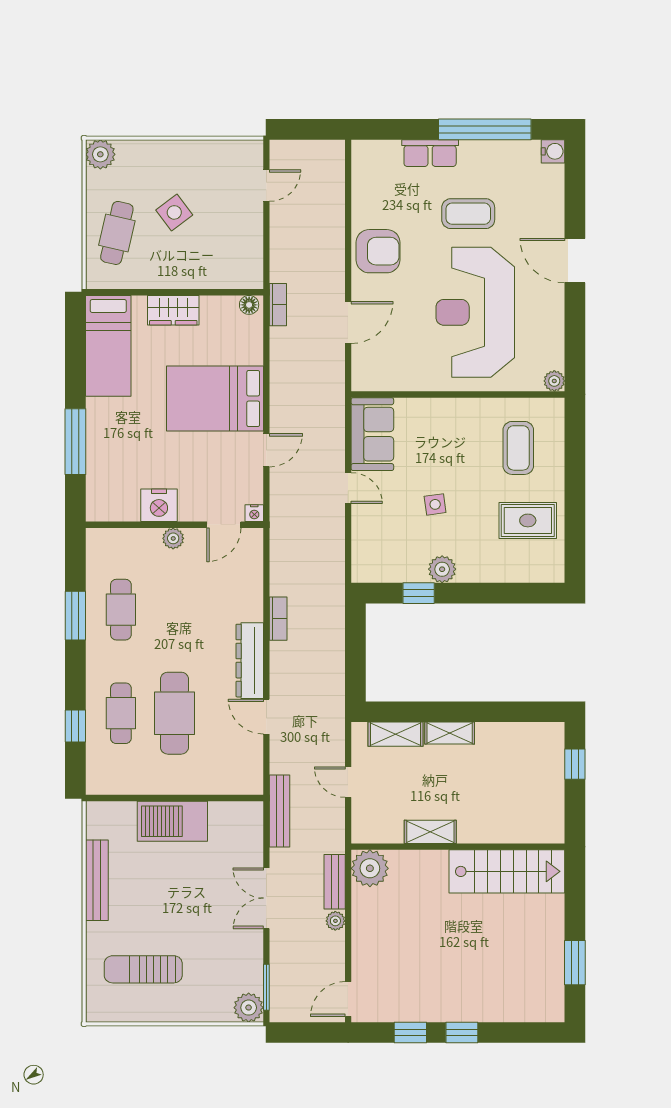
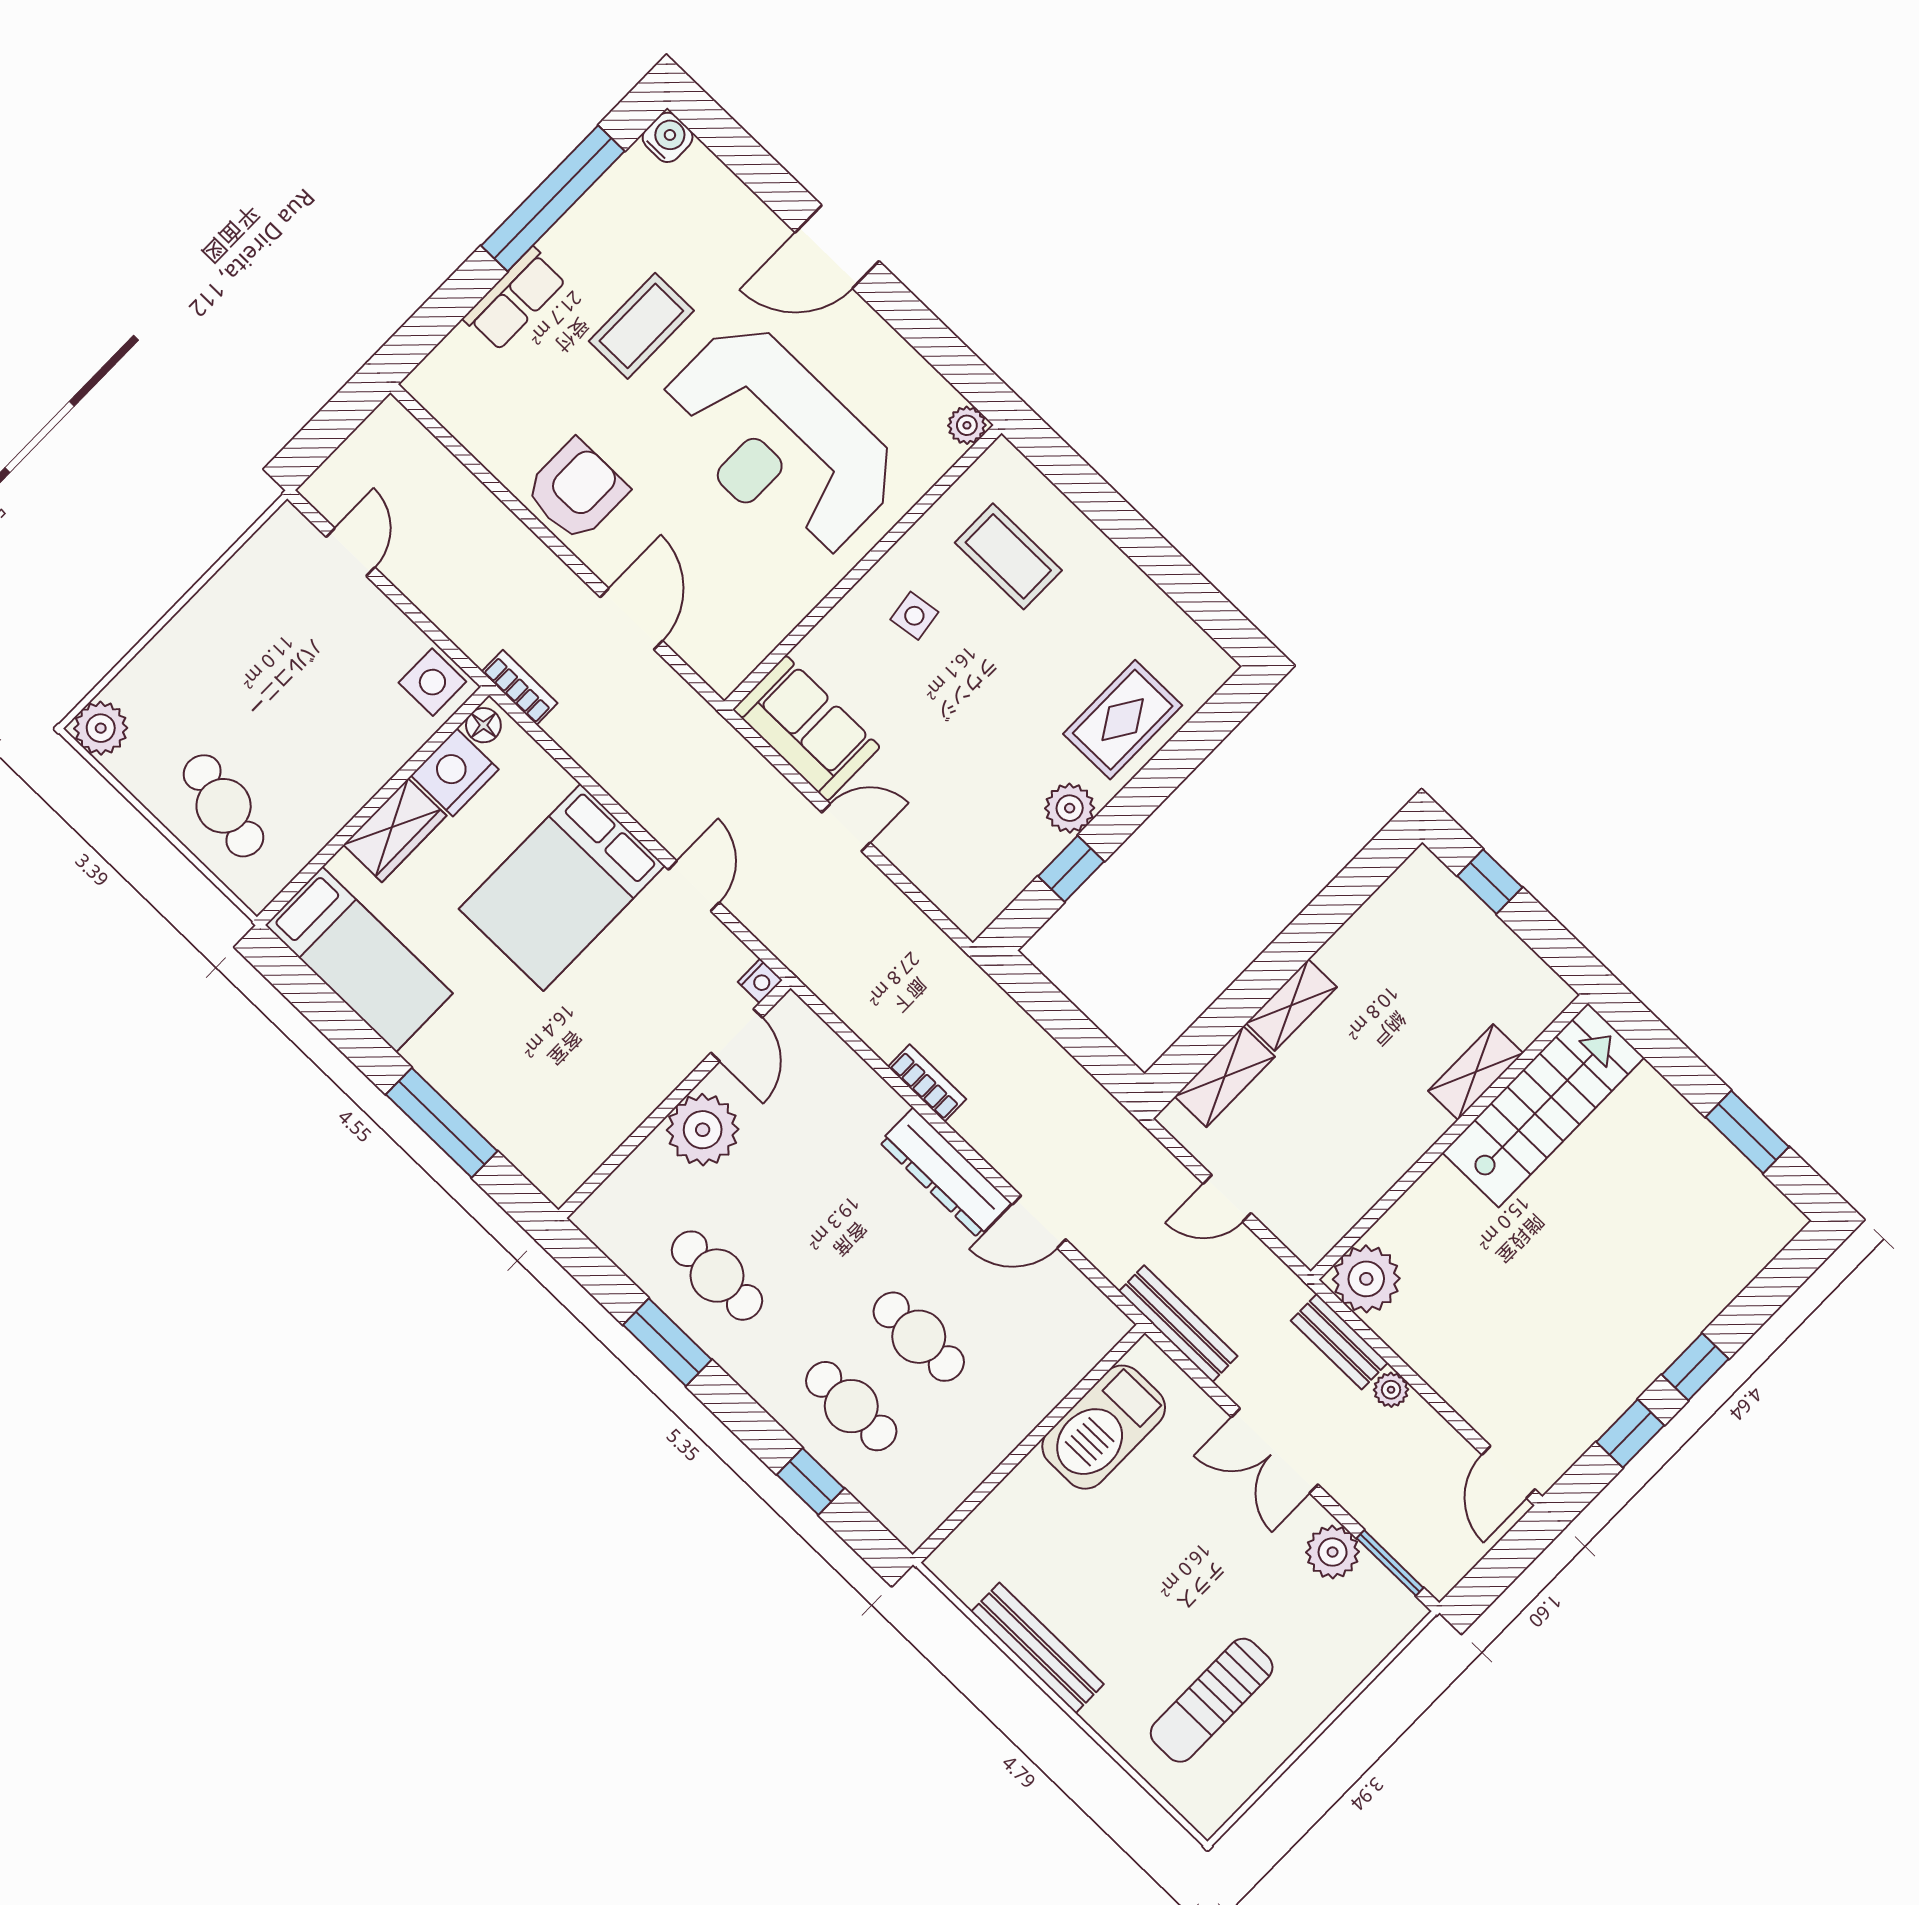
side table: (174, 212) -> (432, 682), moved, turned 37
side table: (435, 504) -> (914, 616), moved
nightstand: (159, 505) -> (455, 772), moved, turned 180
rug: (528, 520) -> (1123, 720), moved
plant: (173, 538) -> (703, 1130), width x1.88, depth x1.88
cafe table: (174, 713) -> (919, 1337), width x0.73, depth x0.74
barbecue: (172, 821) -> (1104, 1427), moved
shelving: (430, 832) -> (1476, 1072), moved
plant: (249, 1008) -> (1333, 1552), moved

